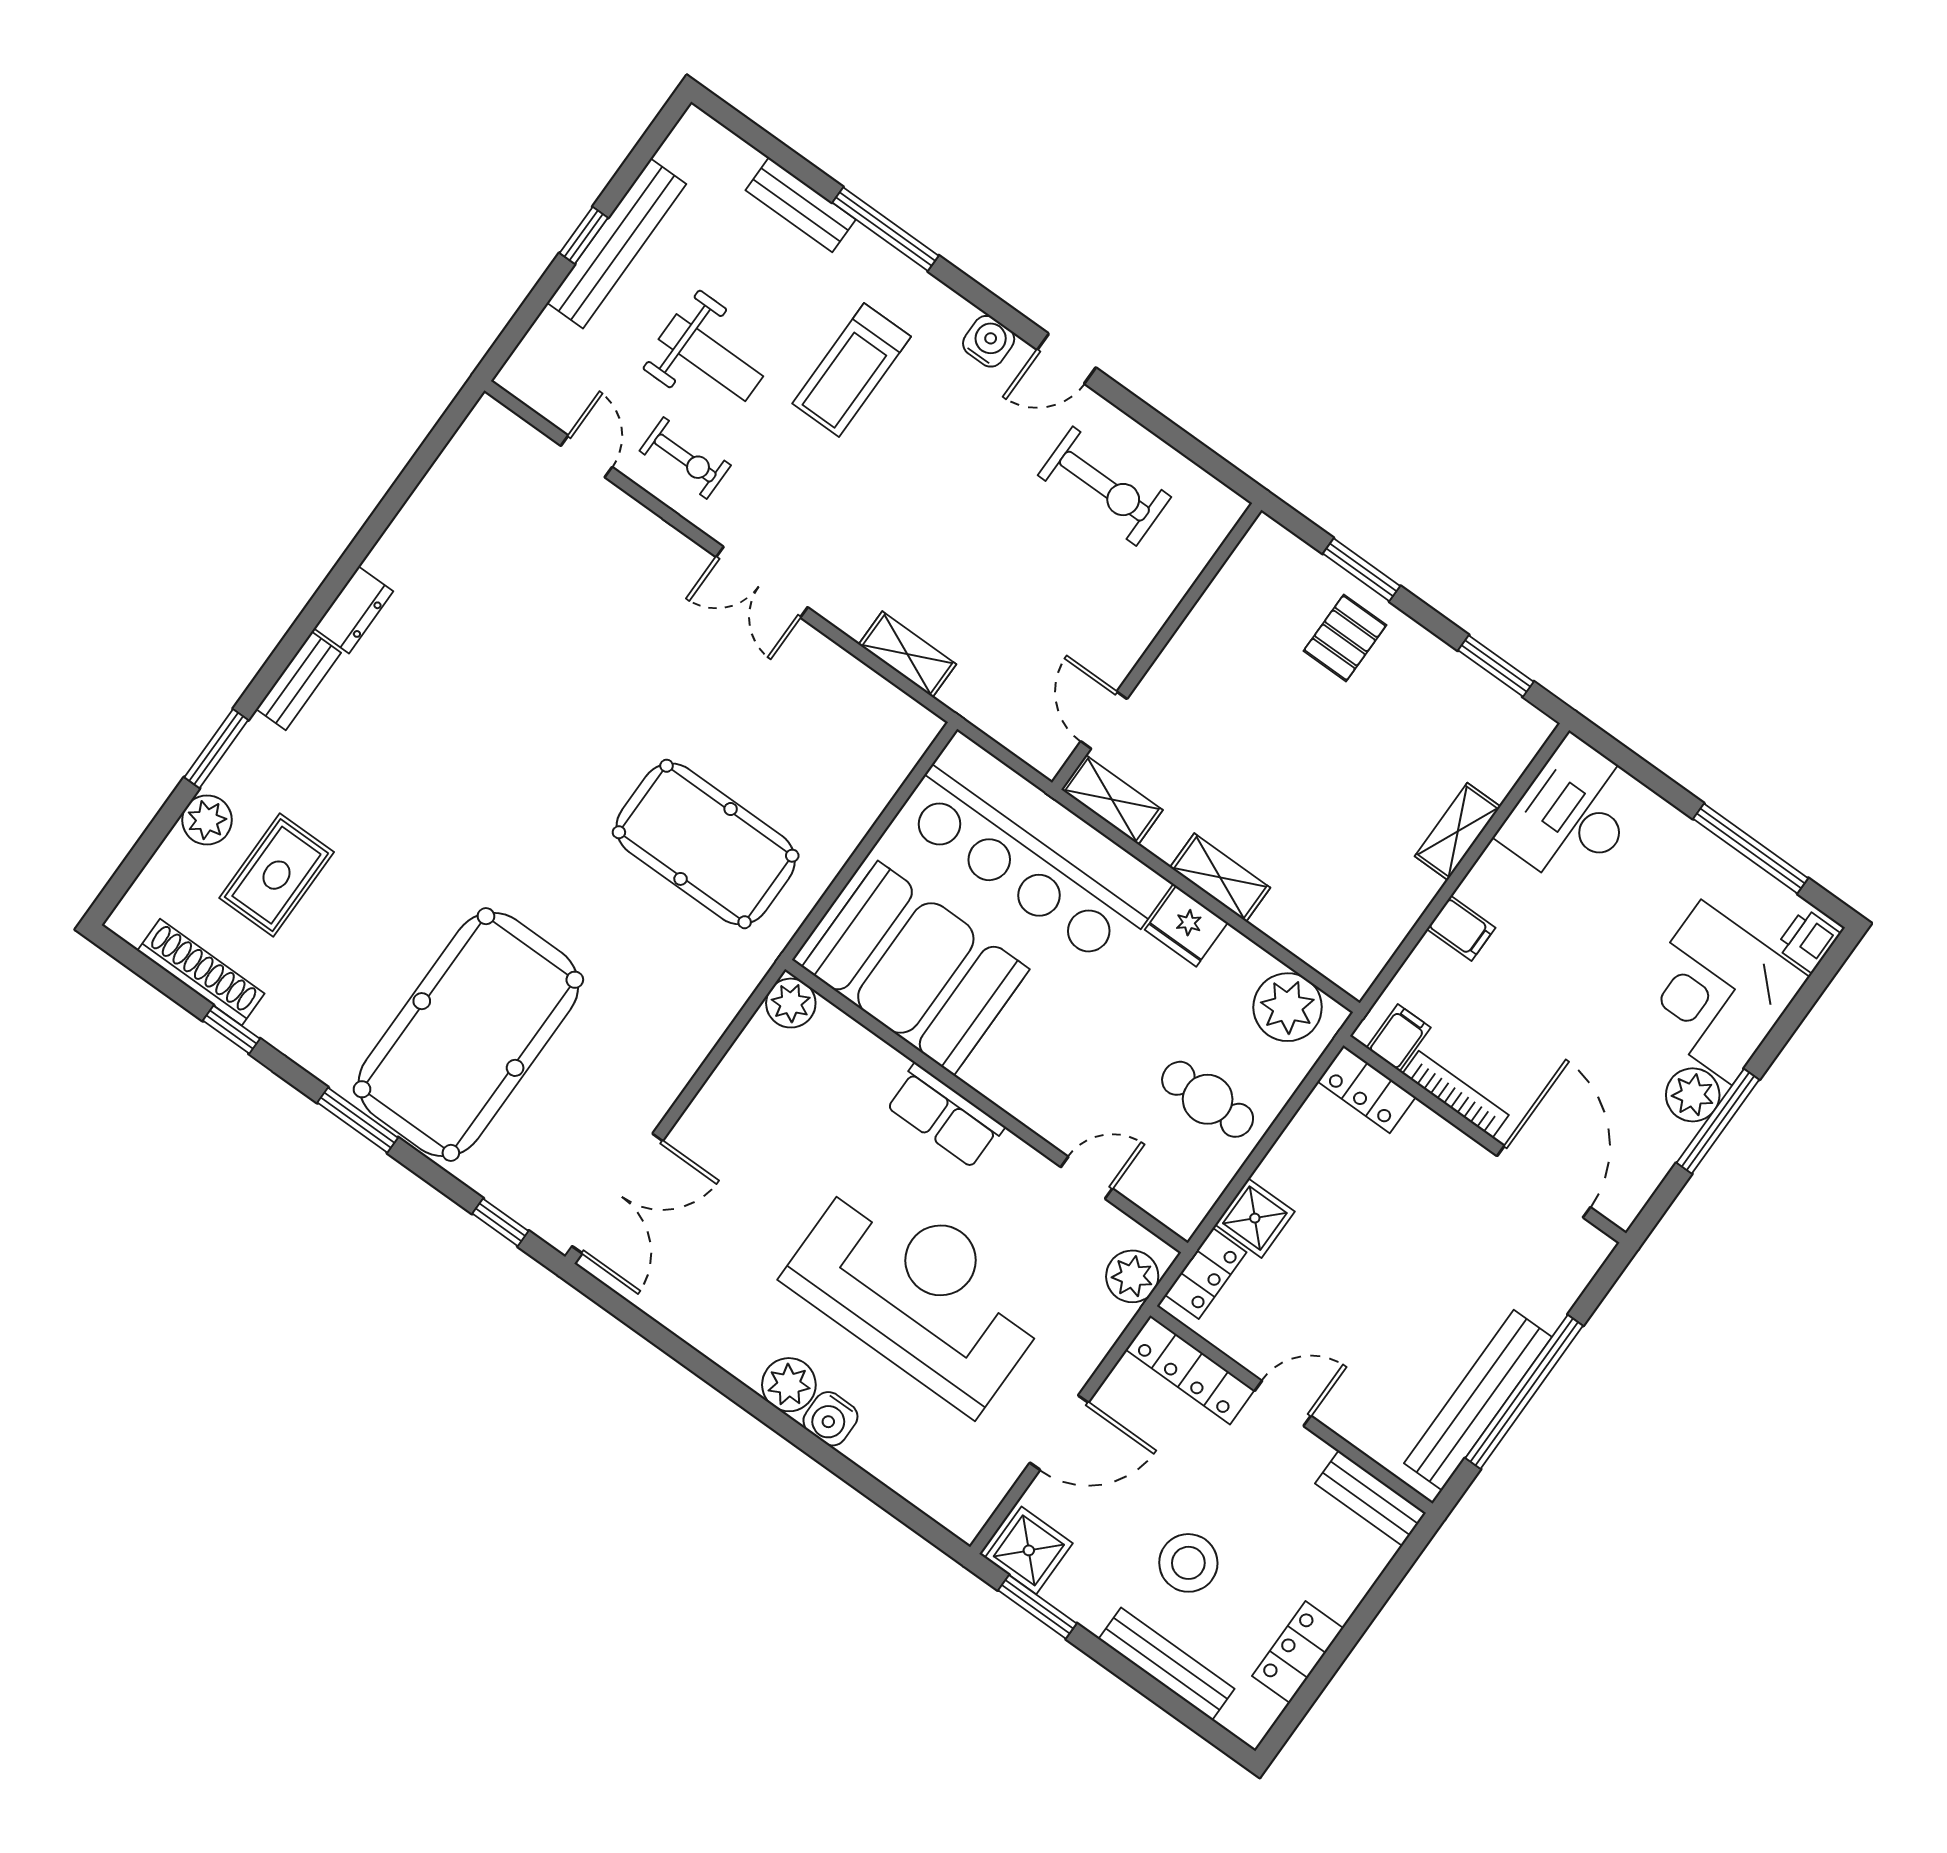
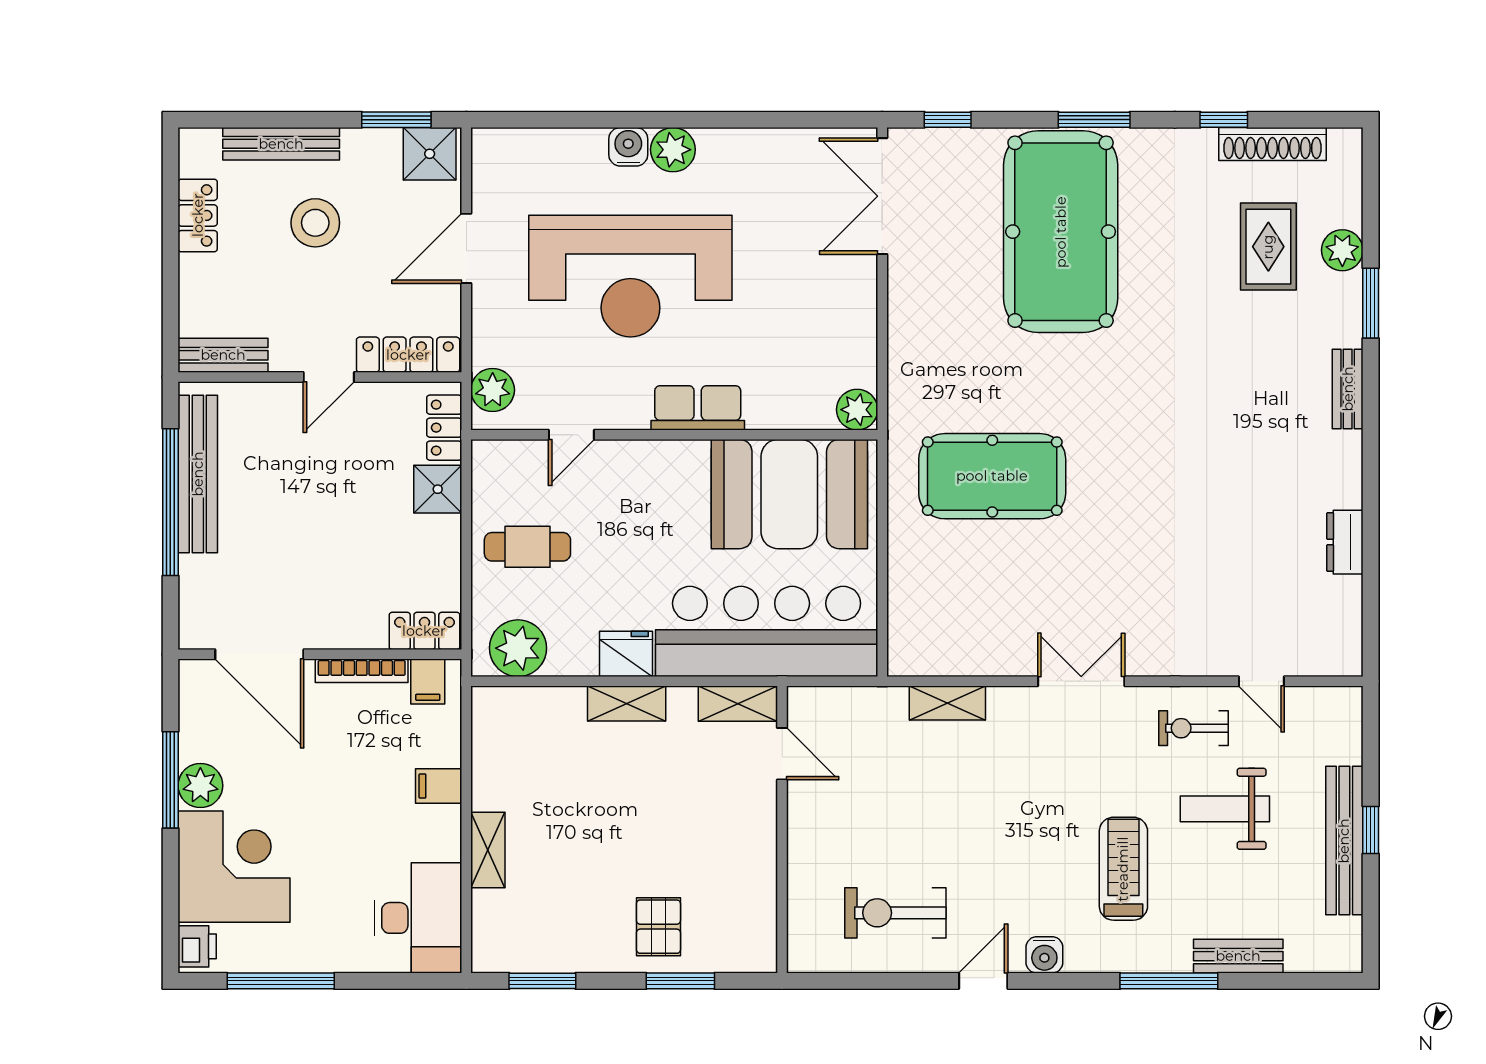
dresser: (354, 610) -> (1345, 542), moved

